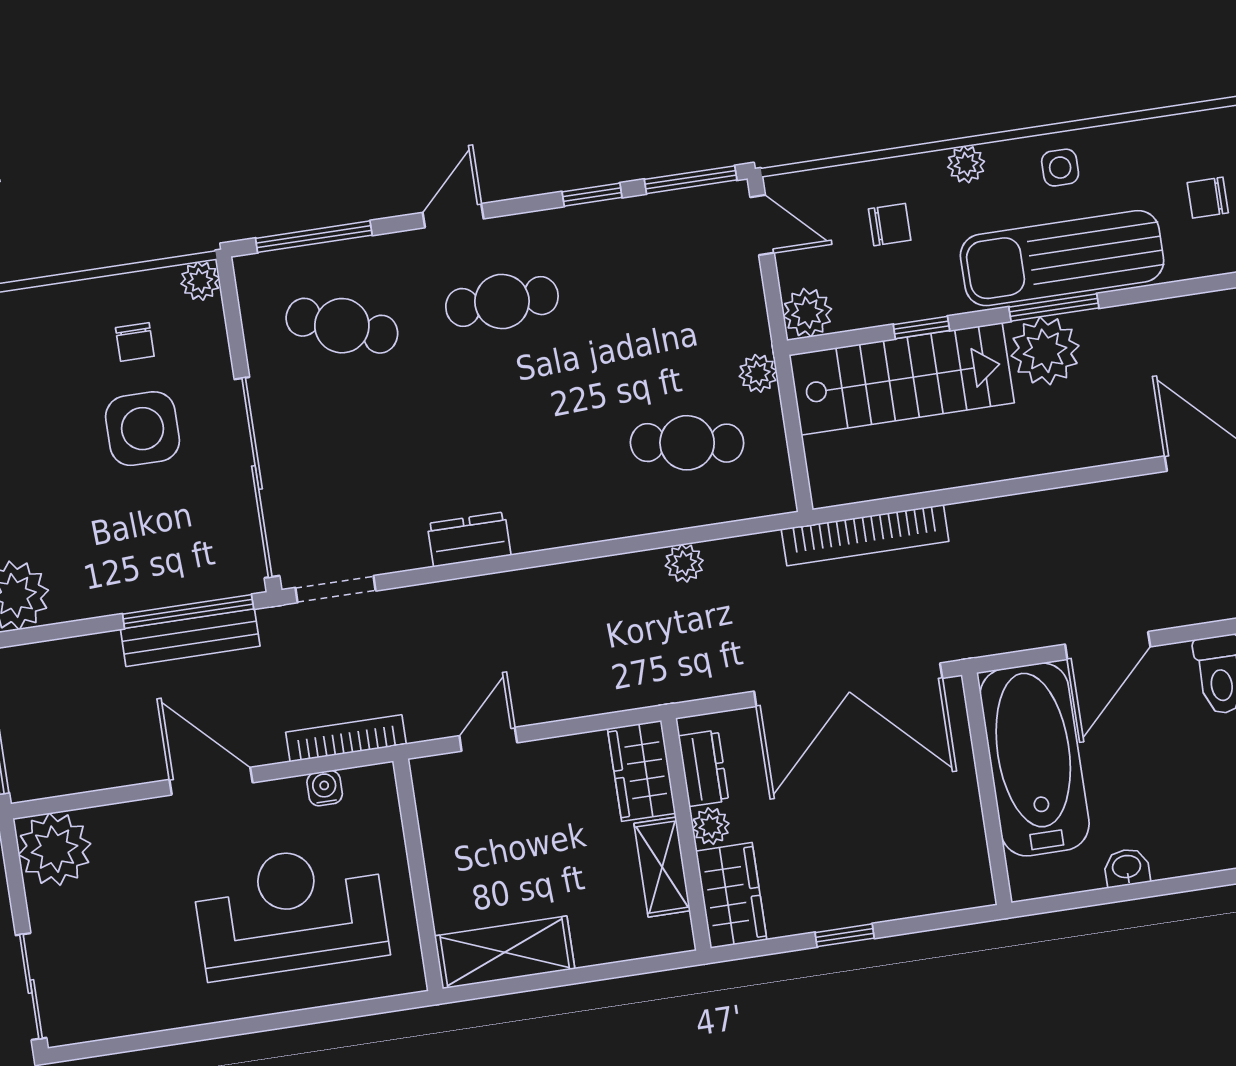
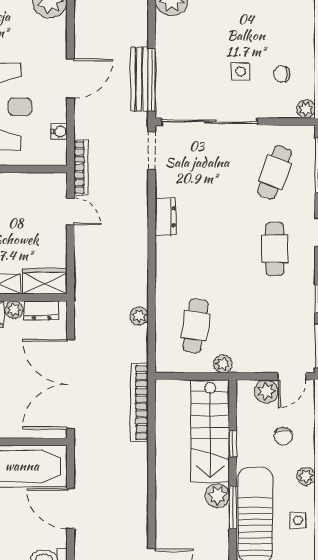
plant: (807, 313) -> (266, 391), moved
plant: (1045, 351) -> (217, 496), width x0.73, depth x0.73
side table: (143, 429) -> (241, 72), width x0.54, depth x0.54
bookcase: (346, 738) -> (81, 167), moved

